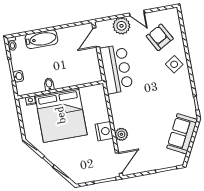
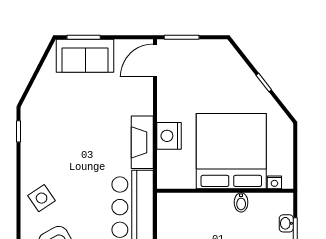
fireplace: (118, 111) -> (142, 142), added
nightstand: (104, 131) -> (169, 136), moved
plant: (121, 134) -> (143, 104), removed
sofa: (182, 134) -> (85, 56), moved, turned 63

